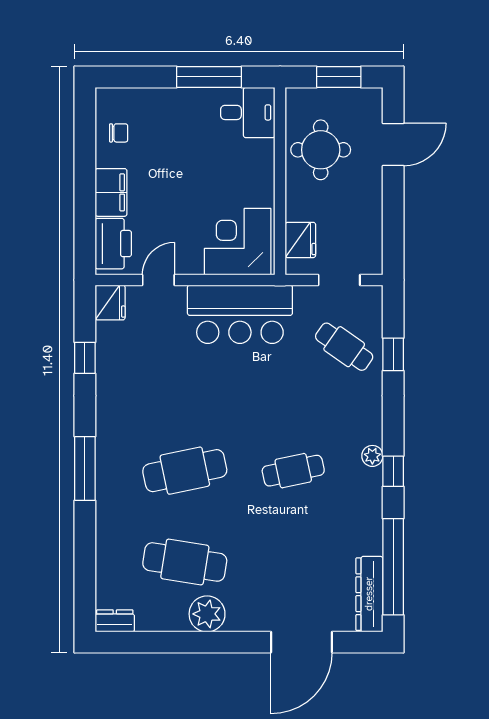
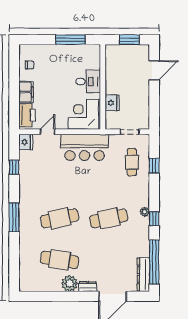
desk: (248, 112) -> (88, 81), moved
round table: (321, 150) -> (121, 73), removed
fridge: (300, 240) -> (112, 103), moved
cafe table: (344, 347) -> (132, 162), turned 55
cafe table: (293, 471) -> (109, 218), width x1.37, depth x1.35
dresser: (115, 621) -> (88, 287), moved

